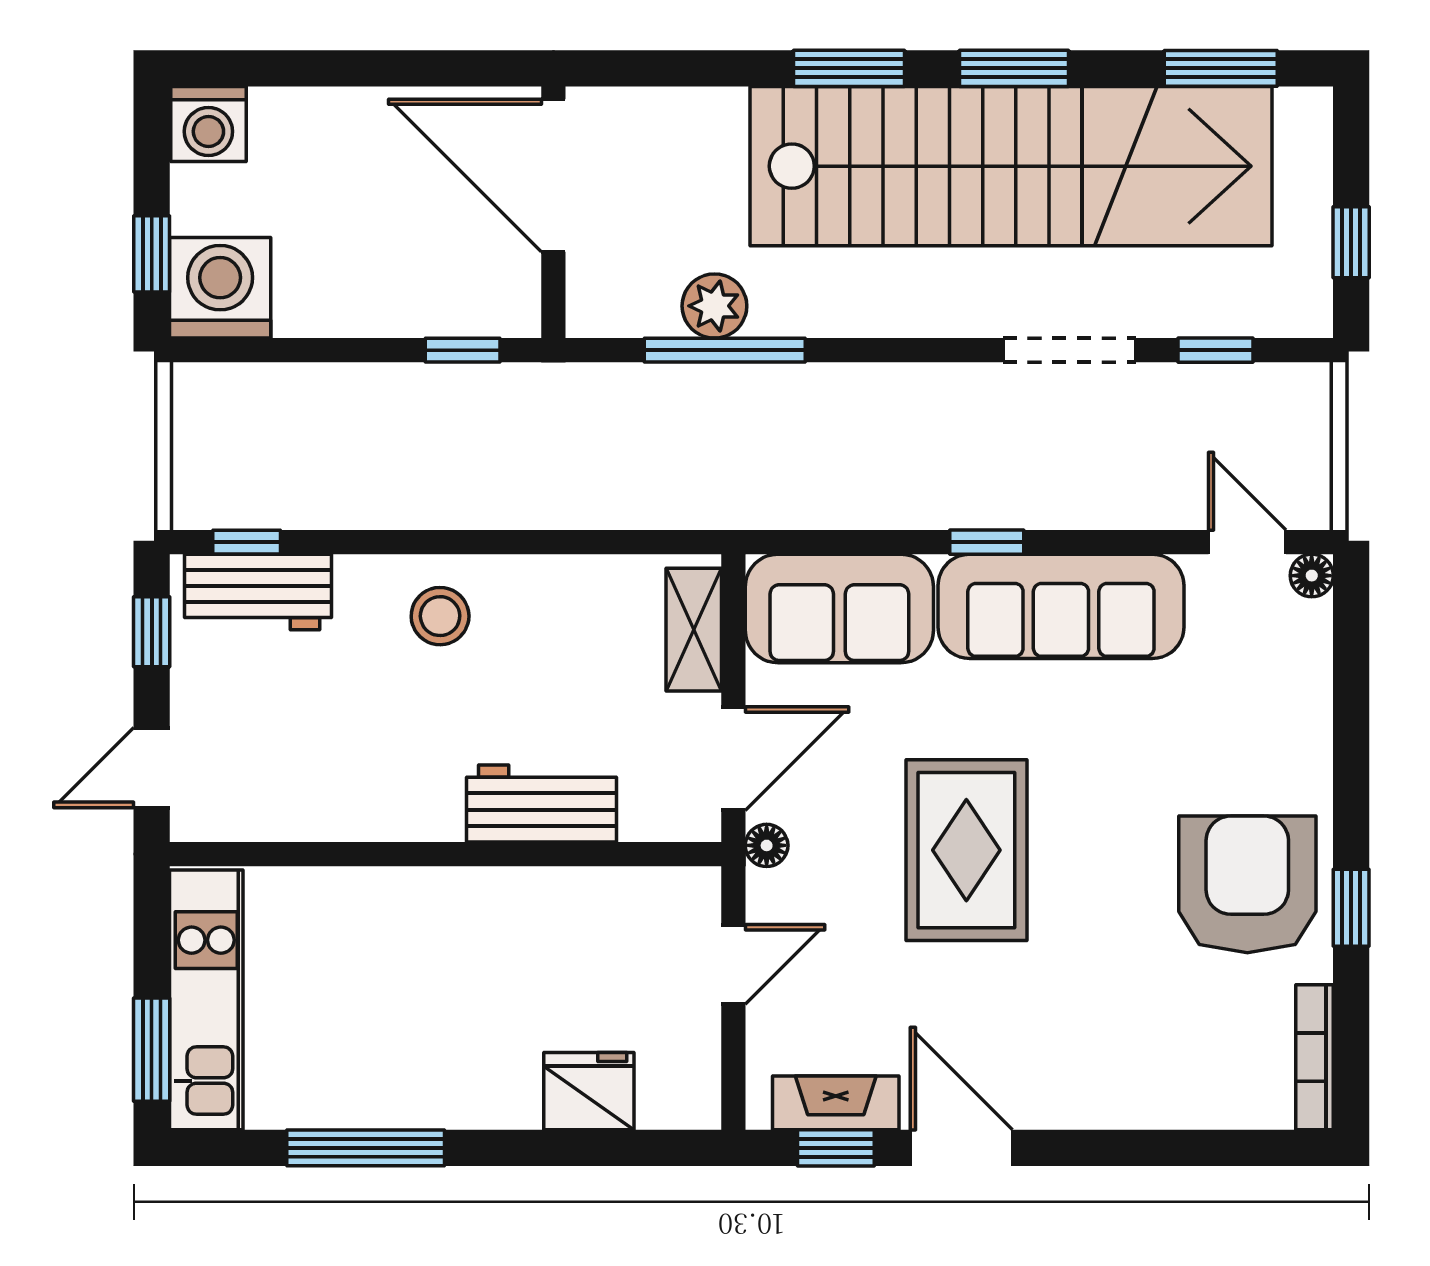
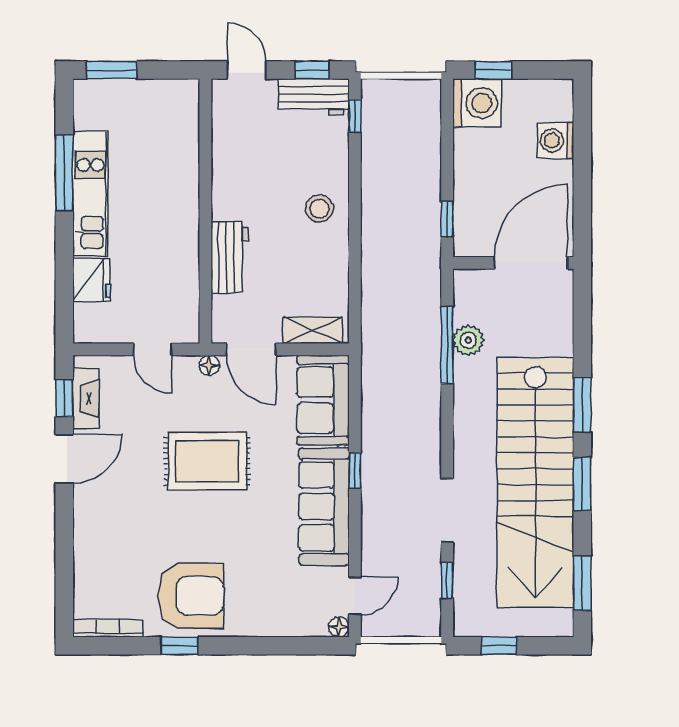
washing machine: (208, 124) -> (556, 141), moved
workbench: (258, 592) -> (314, 97), moved, turned -90
kitchen unit: (206, 1000) -> (90, 194), moved, turned -90

